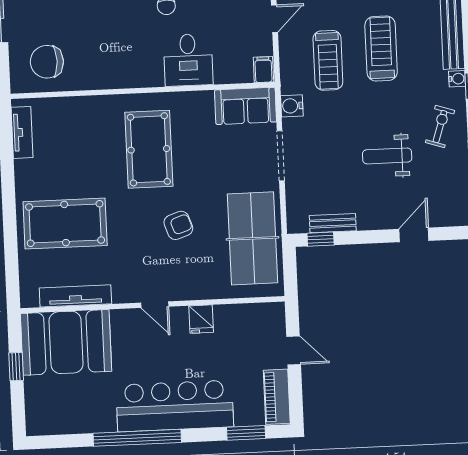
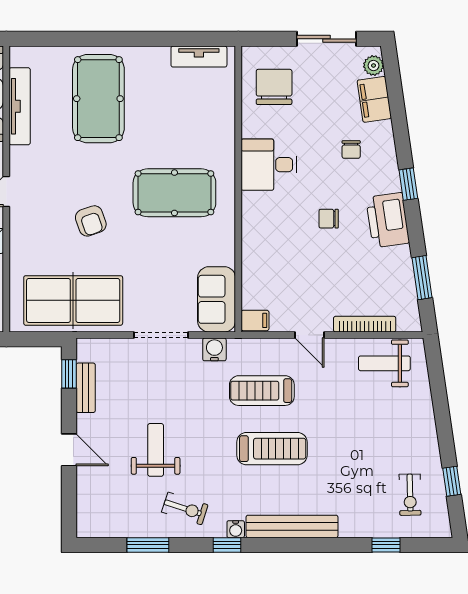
desk: (188, 60) -> (269, 165), moved
door: (414, 235) -> (69, 450), moved

